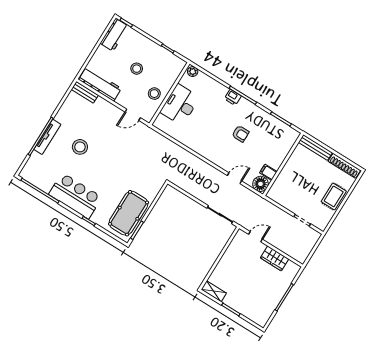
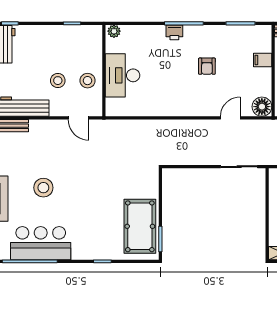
stool: (137, 69) -> (58, 81), moved
door: (133, 115) -> (79, 118), hinge flipped
armchair: (240, 134) -> (207, 66), turned 90
filing cabinet: (268, 172) -> (263, 60), moved
bar counter: (75, 196) -> (41, 243), moved

